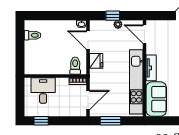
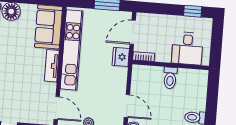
fridge: (96, 61) -> (121, 57), moved
toilet: (75, 66) -> (170, 78), moved

